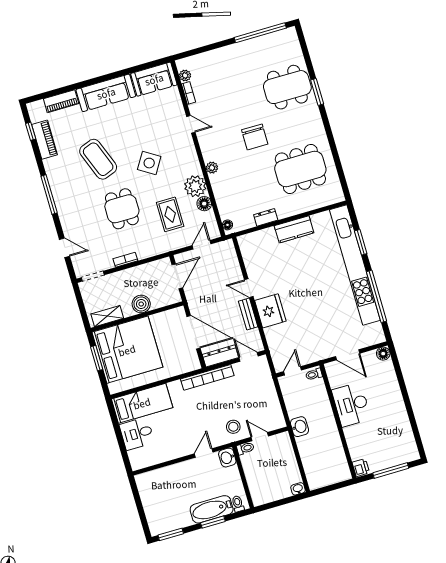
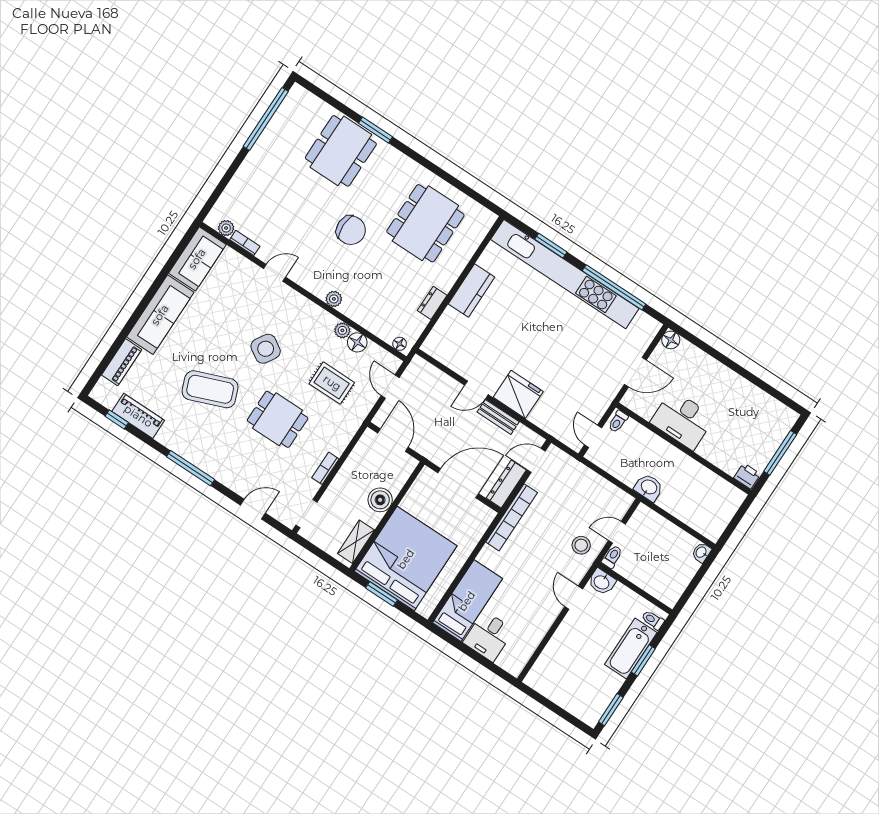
plant: (195, 186) -> (342, 330), width x0.53, depth x0.53

